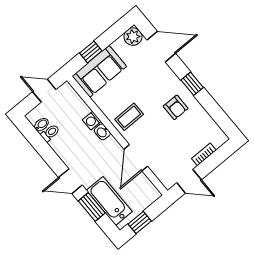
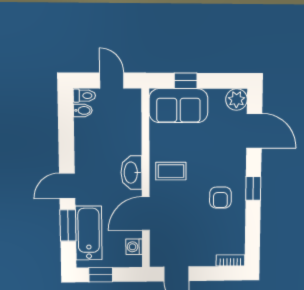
washing machine: (92, 121) -> (134, 247), moved
washbasin: (102, 132) -> (131, 173), width x1.91, depth x1.45
toilet: (50, 133) -> (84, 96), moved
bookcase: (204, 154) -> (230, 260), moved
door: (70, 181) -> (67, 186), hinge flipped

